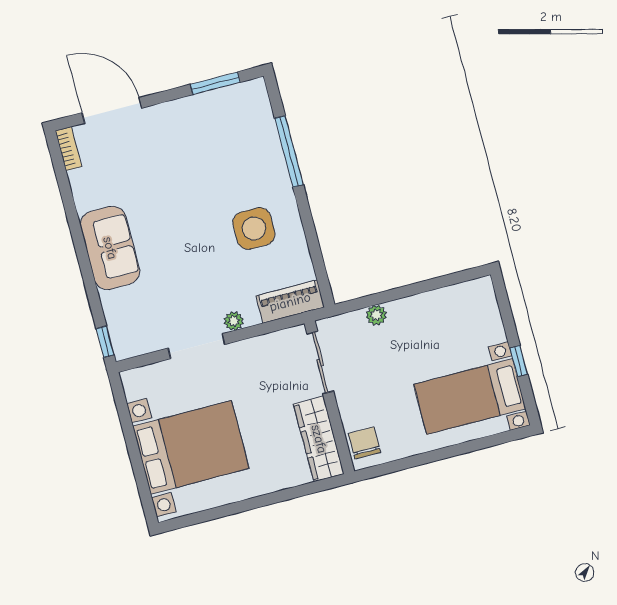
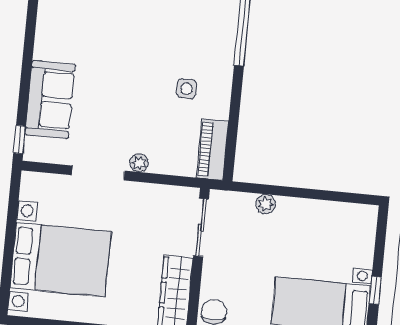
side table: (254, 228) -> (187, 89), width x0.54, depth x0.54
sofa: (110, 248) -> (50, 100), moved
piano: (290, 302) -> (212, 149), moved, turned -90

